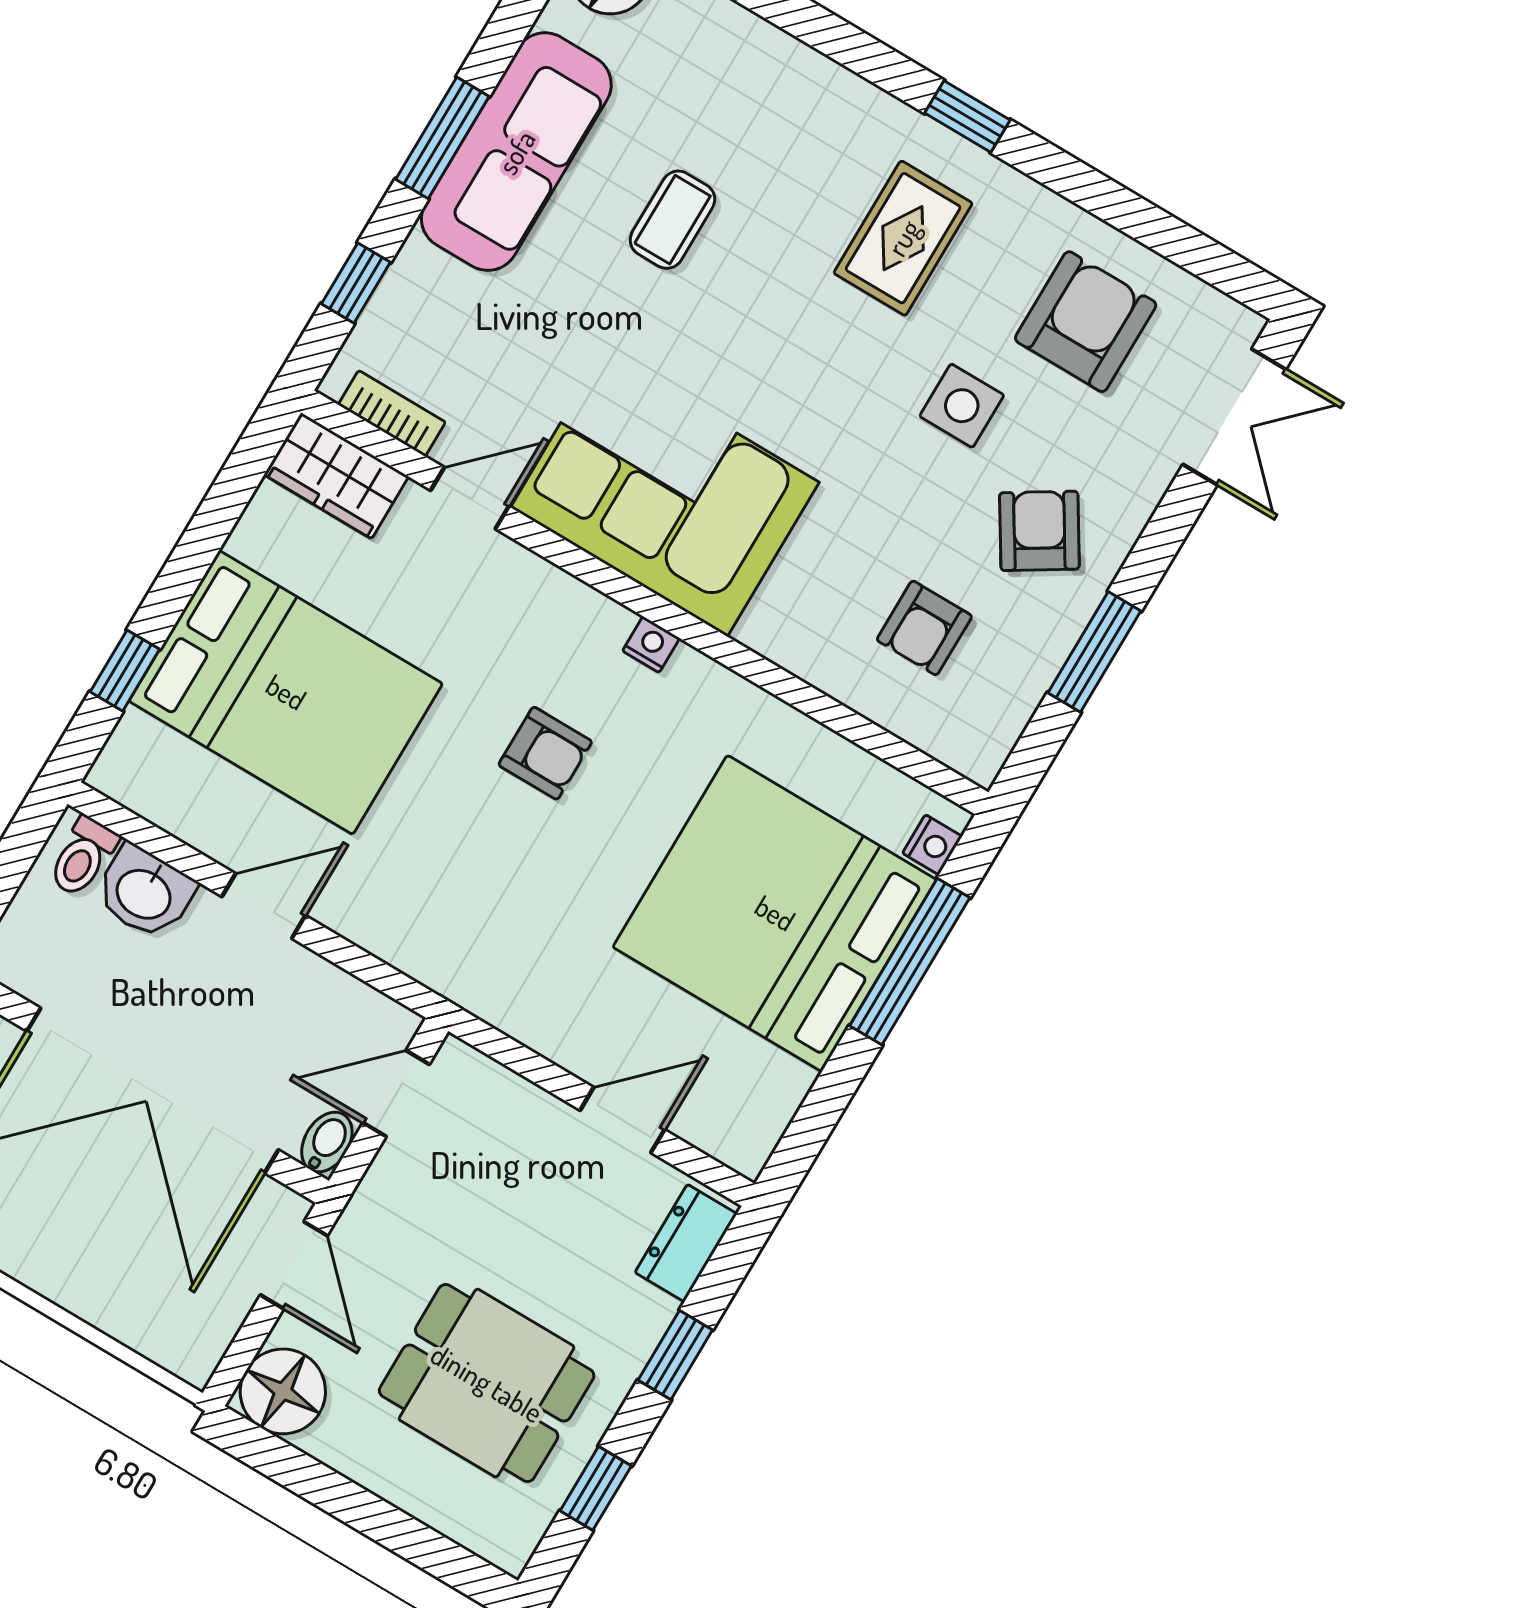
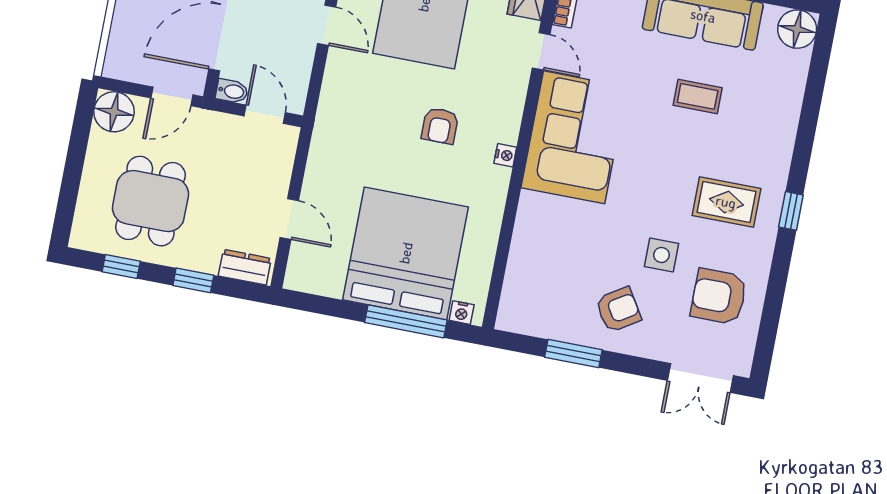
armchair: (1086, 322) -> (719, 297), turned 180
armchair: (924, 628) -> (557, 274), removed

